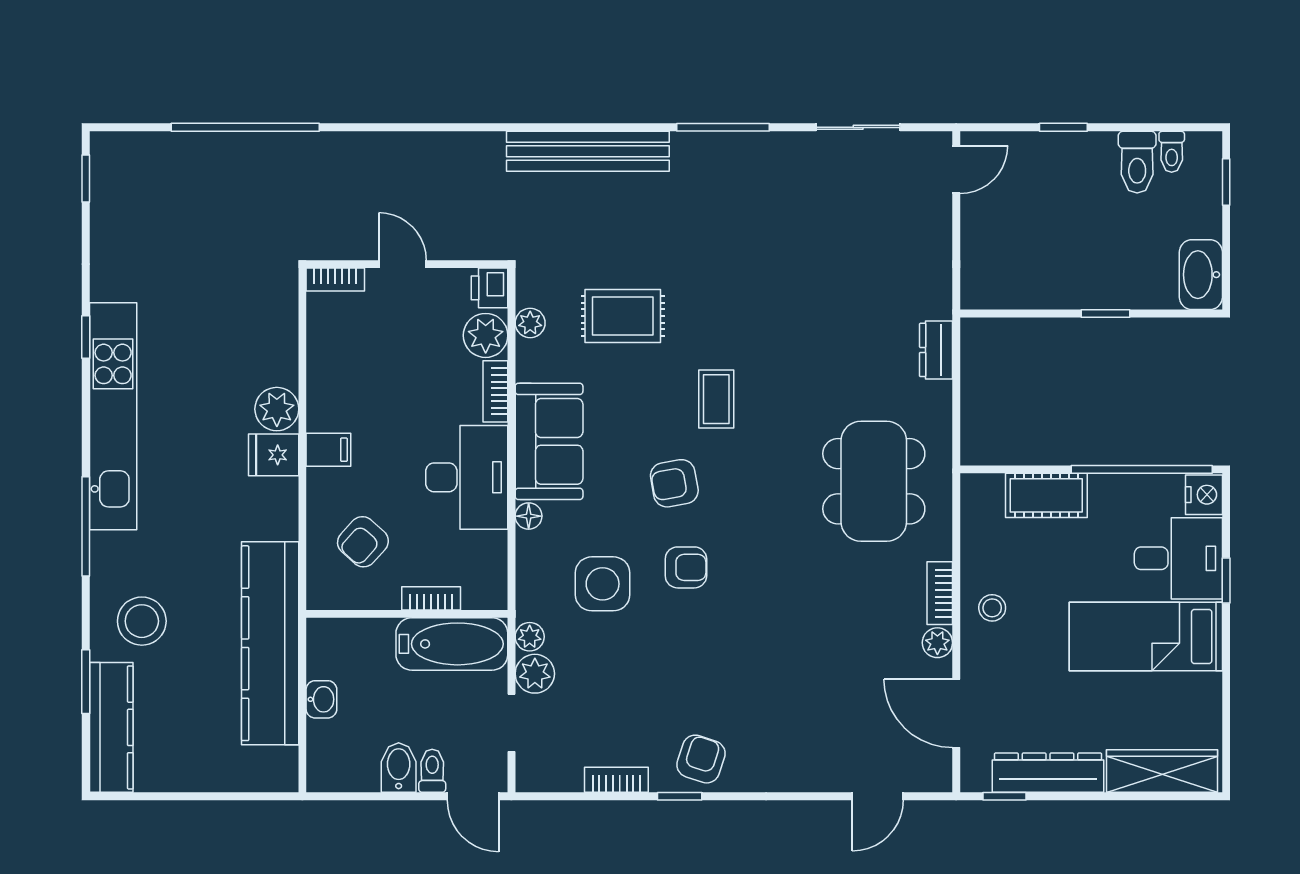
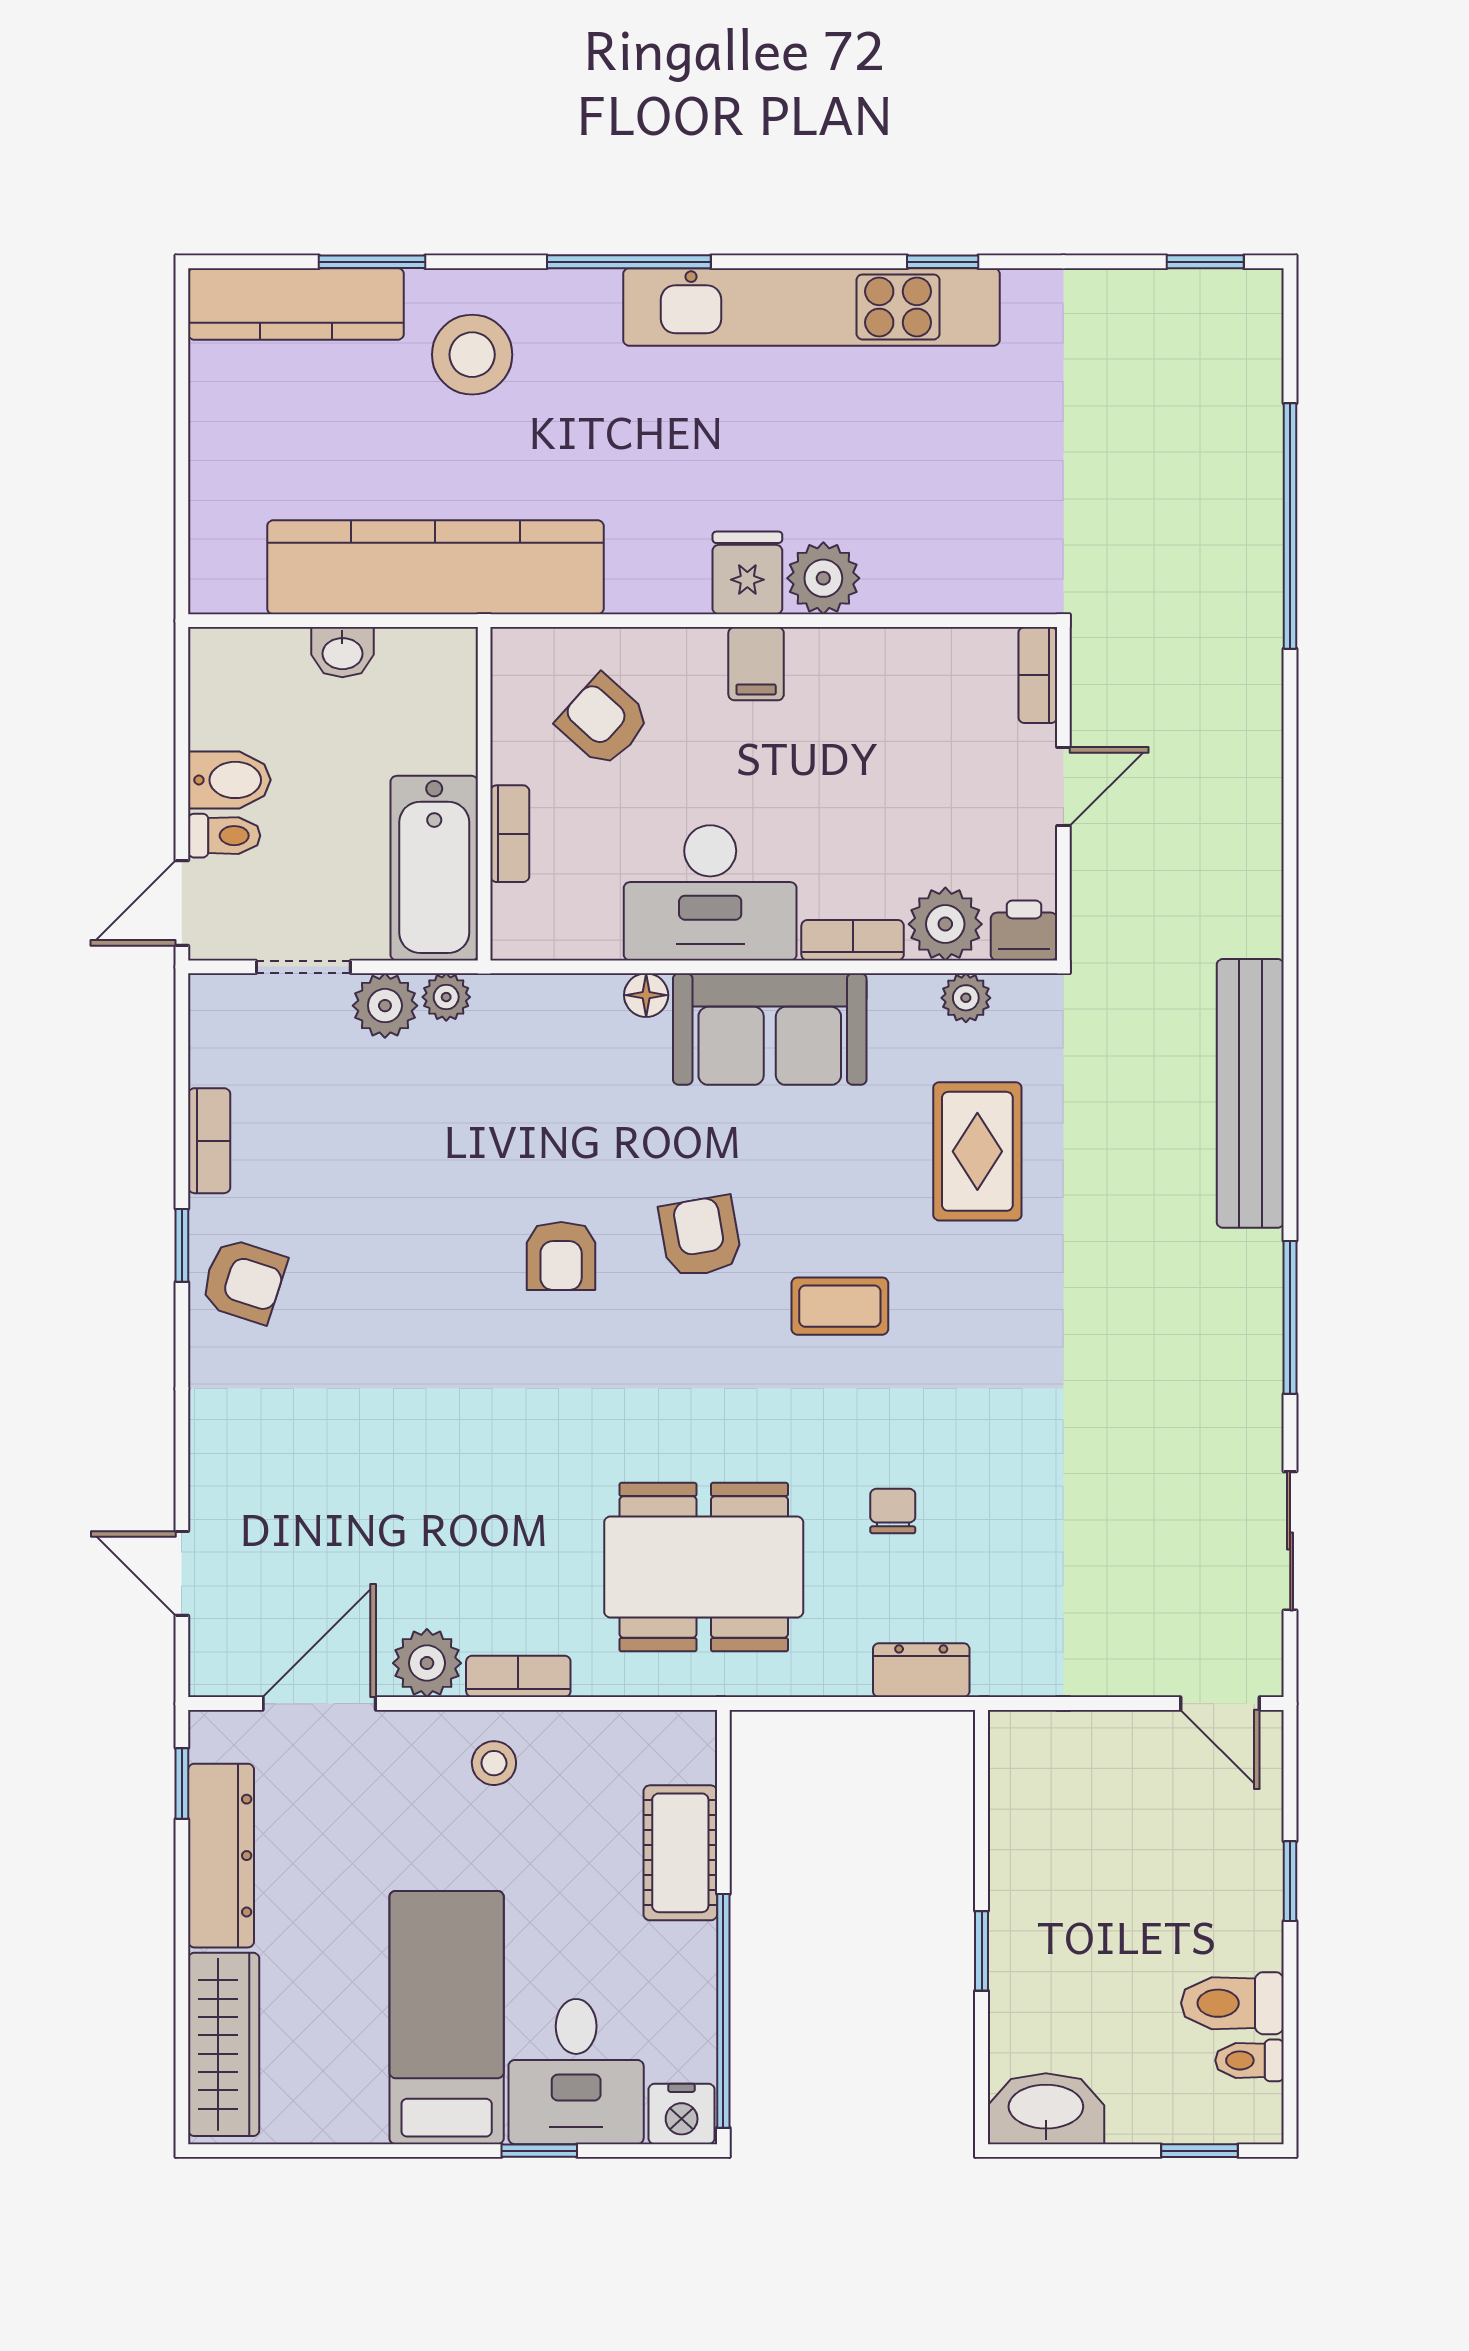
chair: (840, 367) -> (893, 1511), added
side table: (603, 584) -> (534, 1118), removed
plant: (937, 643) -> (427, 1663), width x1.38, depth x1.38

